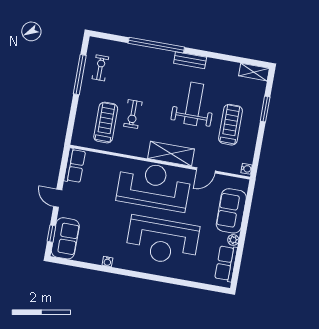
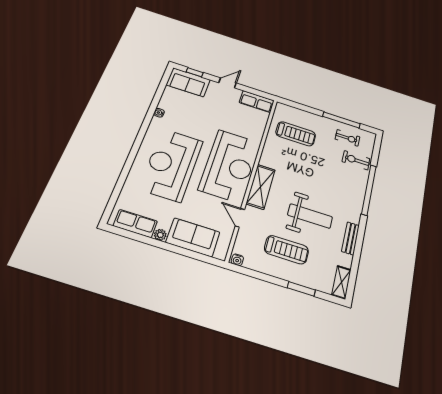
bench: (190, 60) -> (351, 238), moved
exercise bike: (133, 114) -> (356, 160), moved

